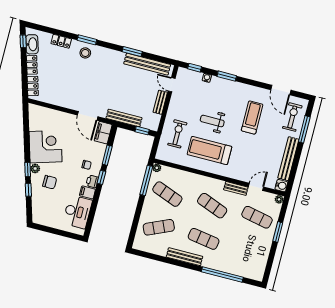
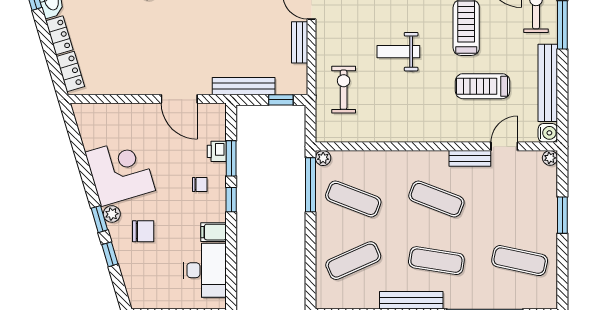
filing cabinet: (103, 133) -> (214, 121), removed
treadmill: (209, 151) -> (483, 86), moved, width x0.73, depth x0.73
printer: (92, 181) -> (217, 151), moved
exercise mat: (257, 217) -> (520, 261), moved

